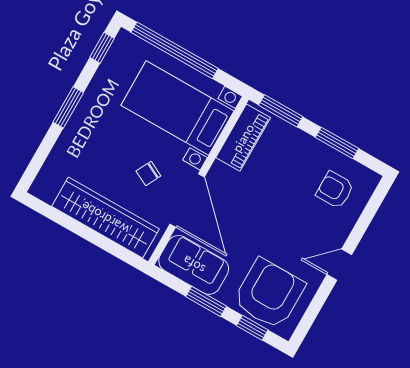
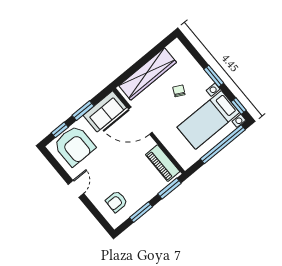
bed with nightstands: (177, 108) -> (208, 120), moved, turned 180
chair: (148, 173) -> (179, 91), moved
armchair: (335, 190) -> (117, 202), turned 180

